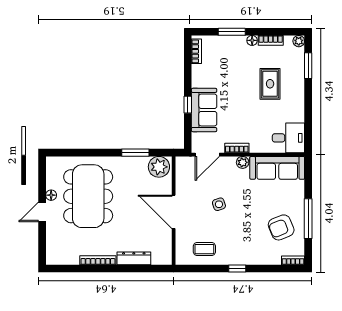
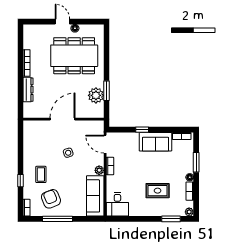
sofa: (204, 110) -> (155, 142), moved
plant: (159, 167) -> (96, 95), moved
coffee table: (204, 249) -> (41, 174), moved
window: (237, 269) -> (20, 181), moved

